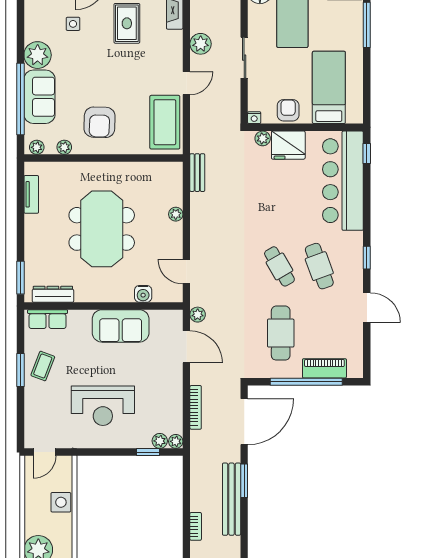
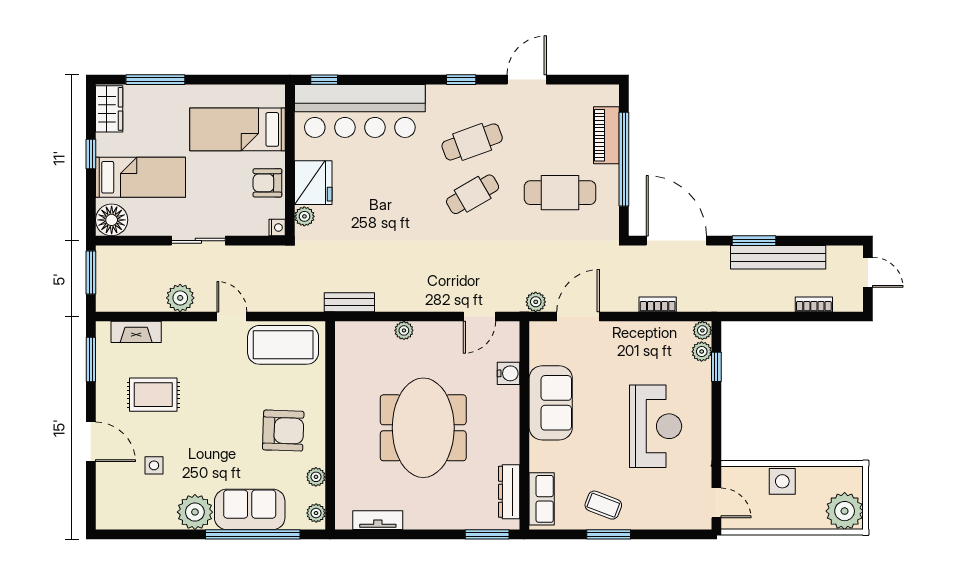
meeting table: (102, 229) -> (423, 428), turned 90
bookcase: (196, 407) -> (658, 304), width x0.64

